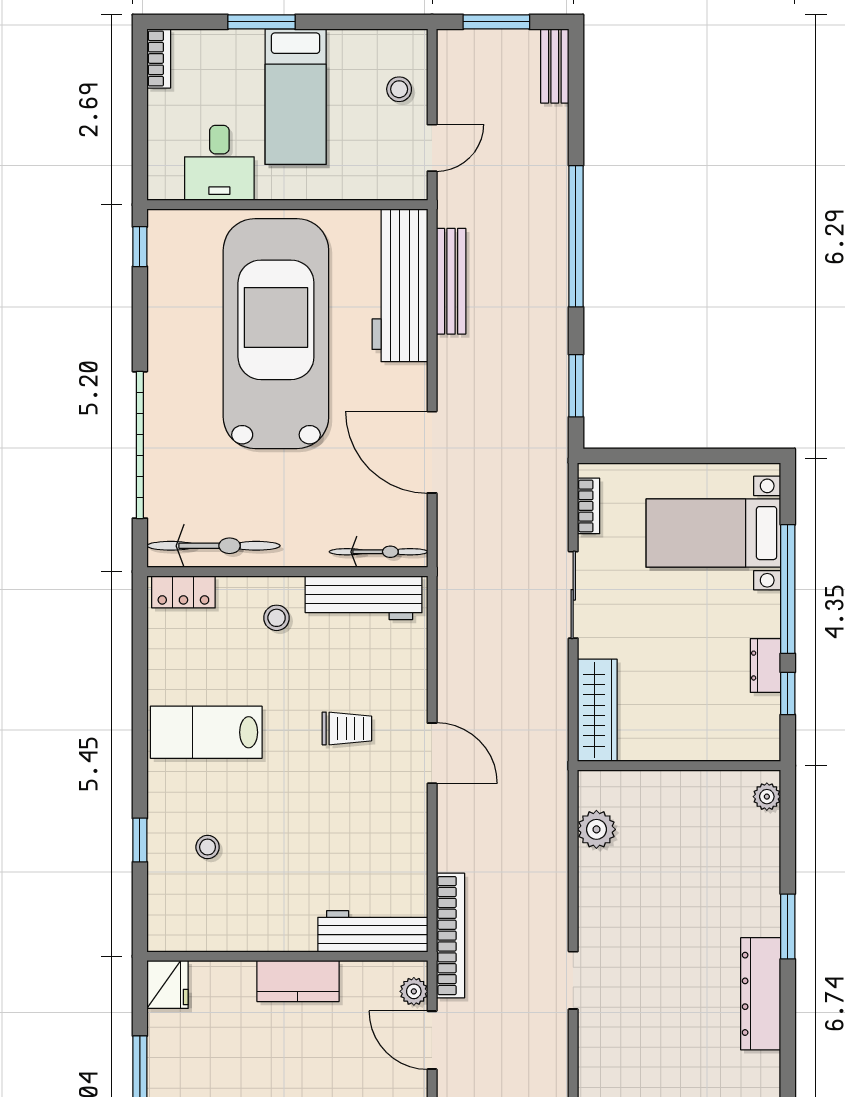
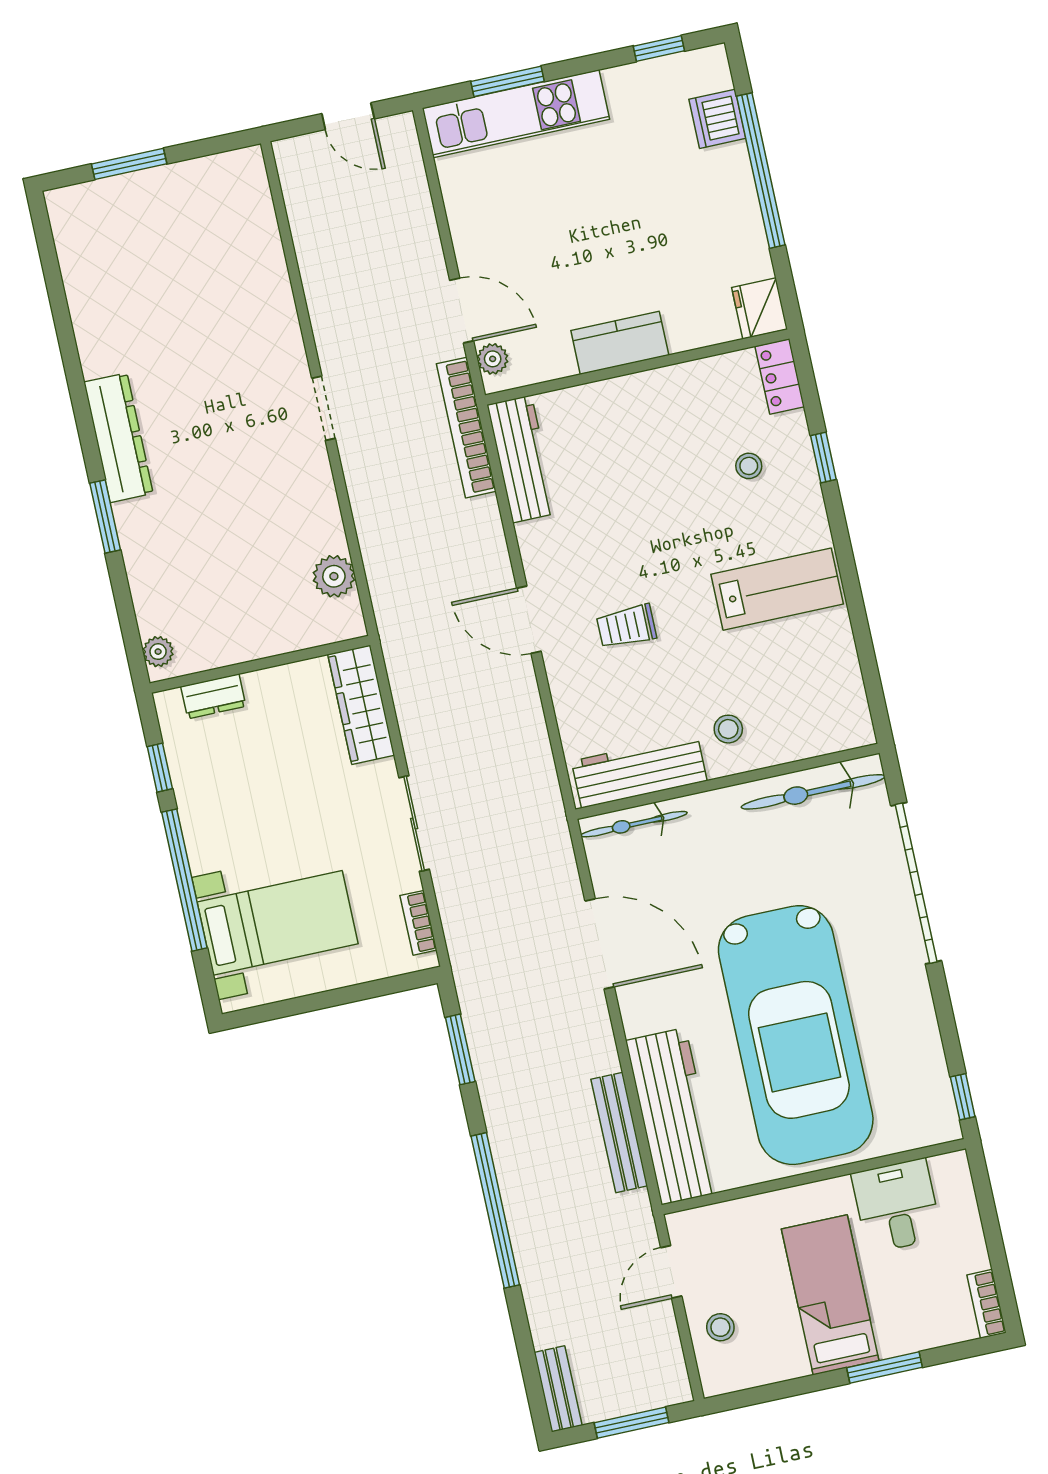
locker: (183, 592) -> (780, 376), moved, turned -90
dresser: (765, 666) -> (213, 696), moved, turned 90
workbench: (373, 931) -> (522, 459), moved, turned -90

